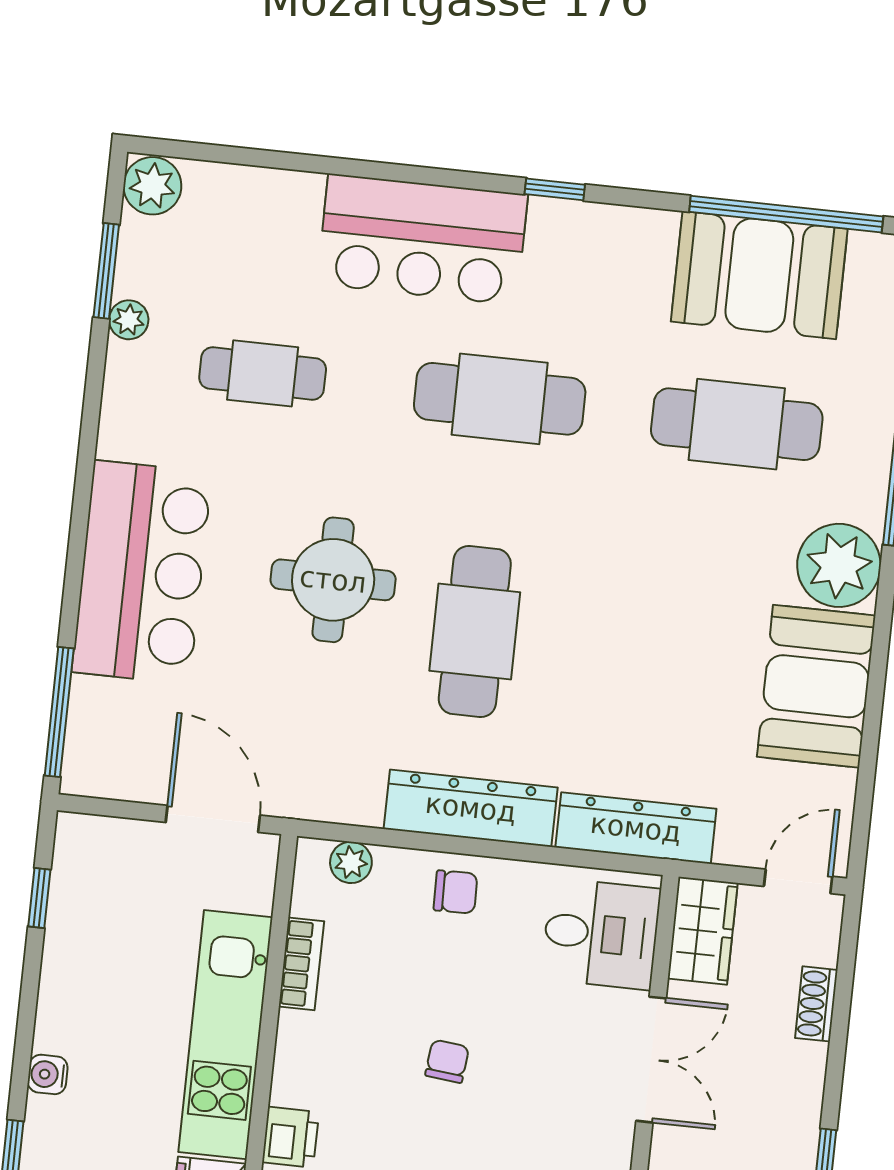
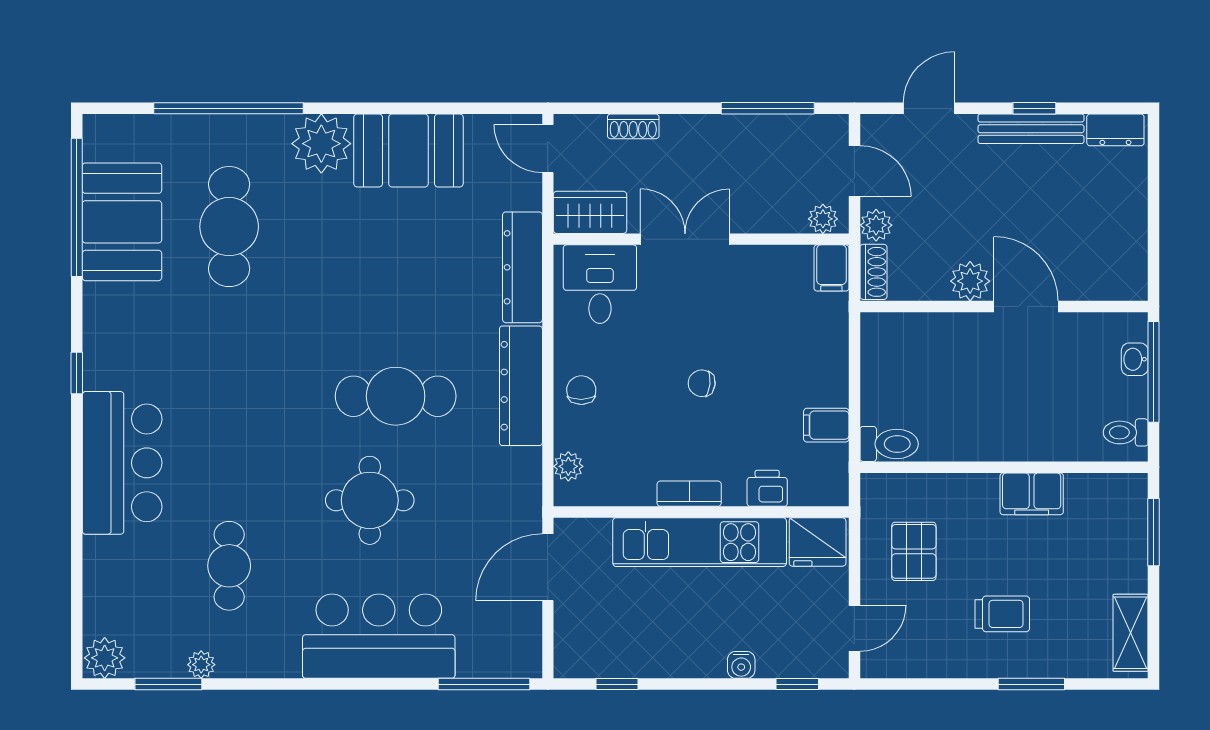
cafe table: (500, 399) -> (229, 396), removed
bookcase: (301, 964) -> (689, 494), moved

